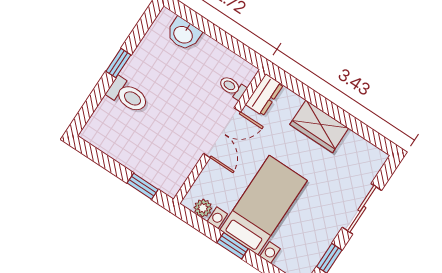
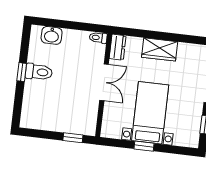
toilet: (232, 87) -> (98, 38), moved
toilet: (128, 95) -> (39, 72), moved
plant: (203, 208) -> (115, 133), removed

